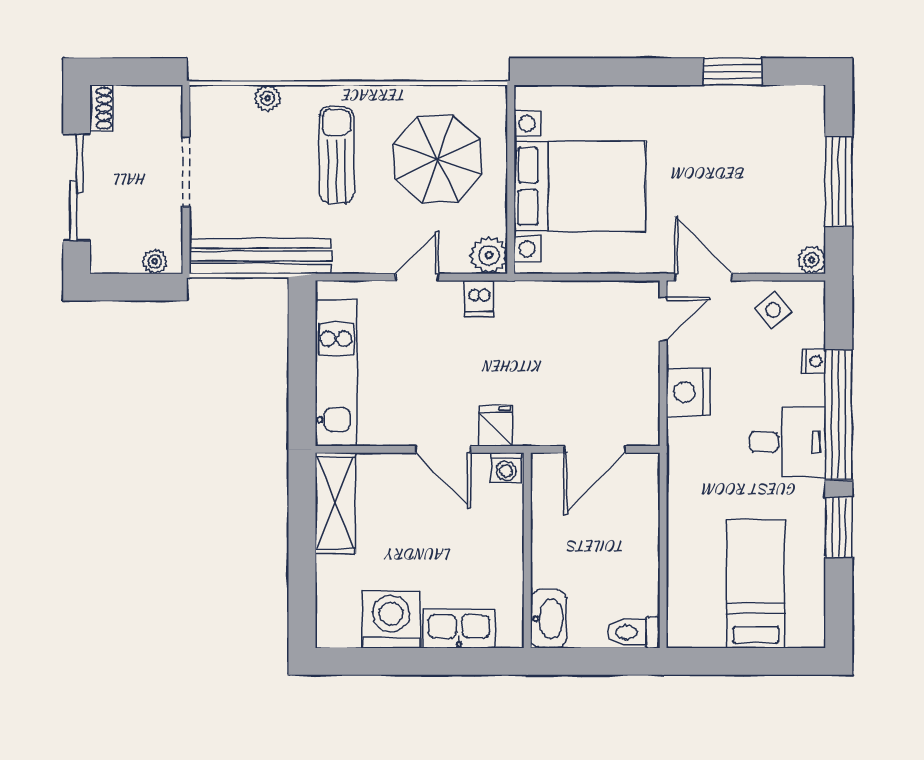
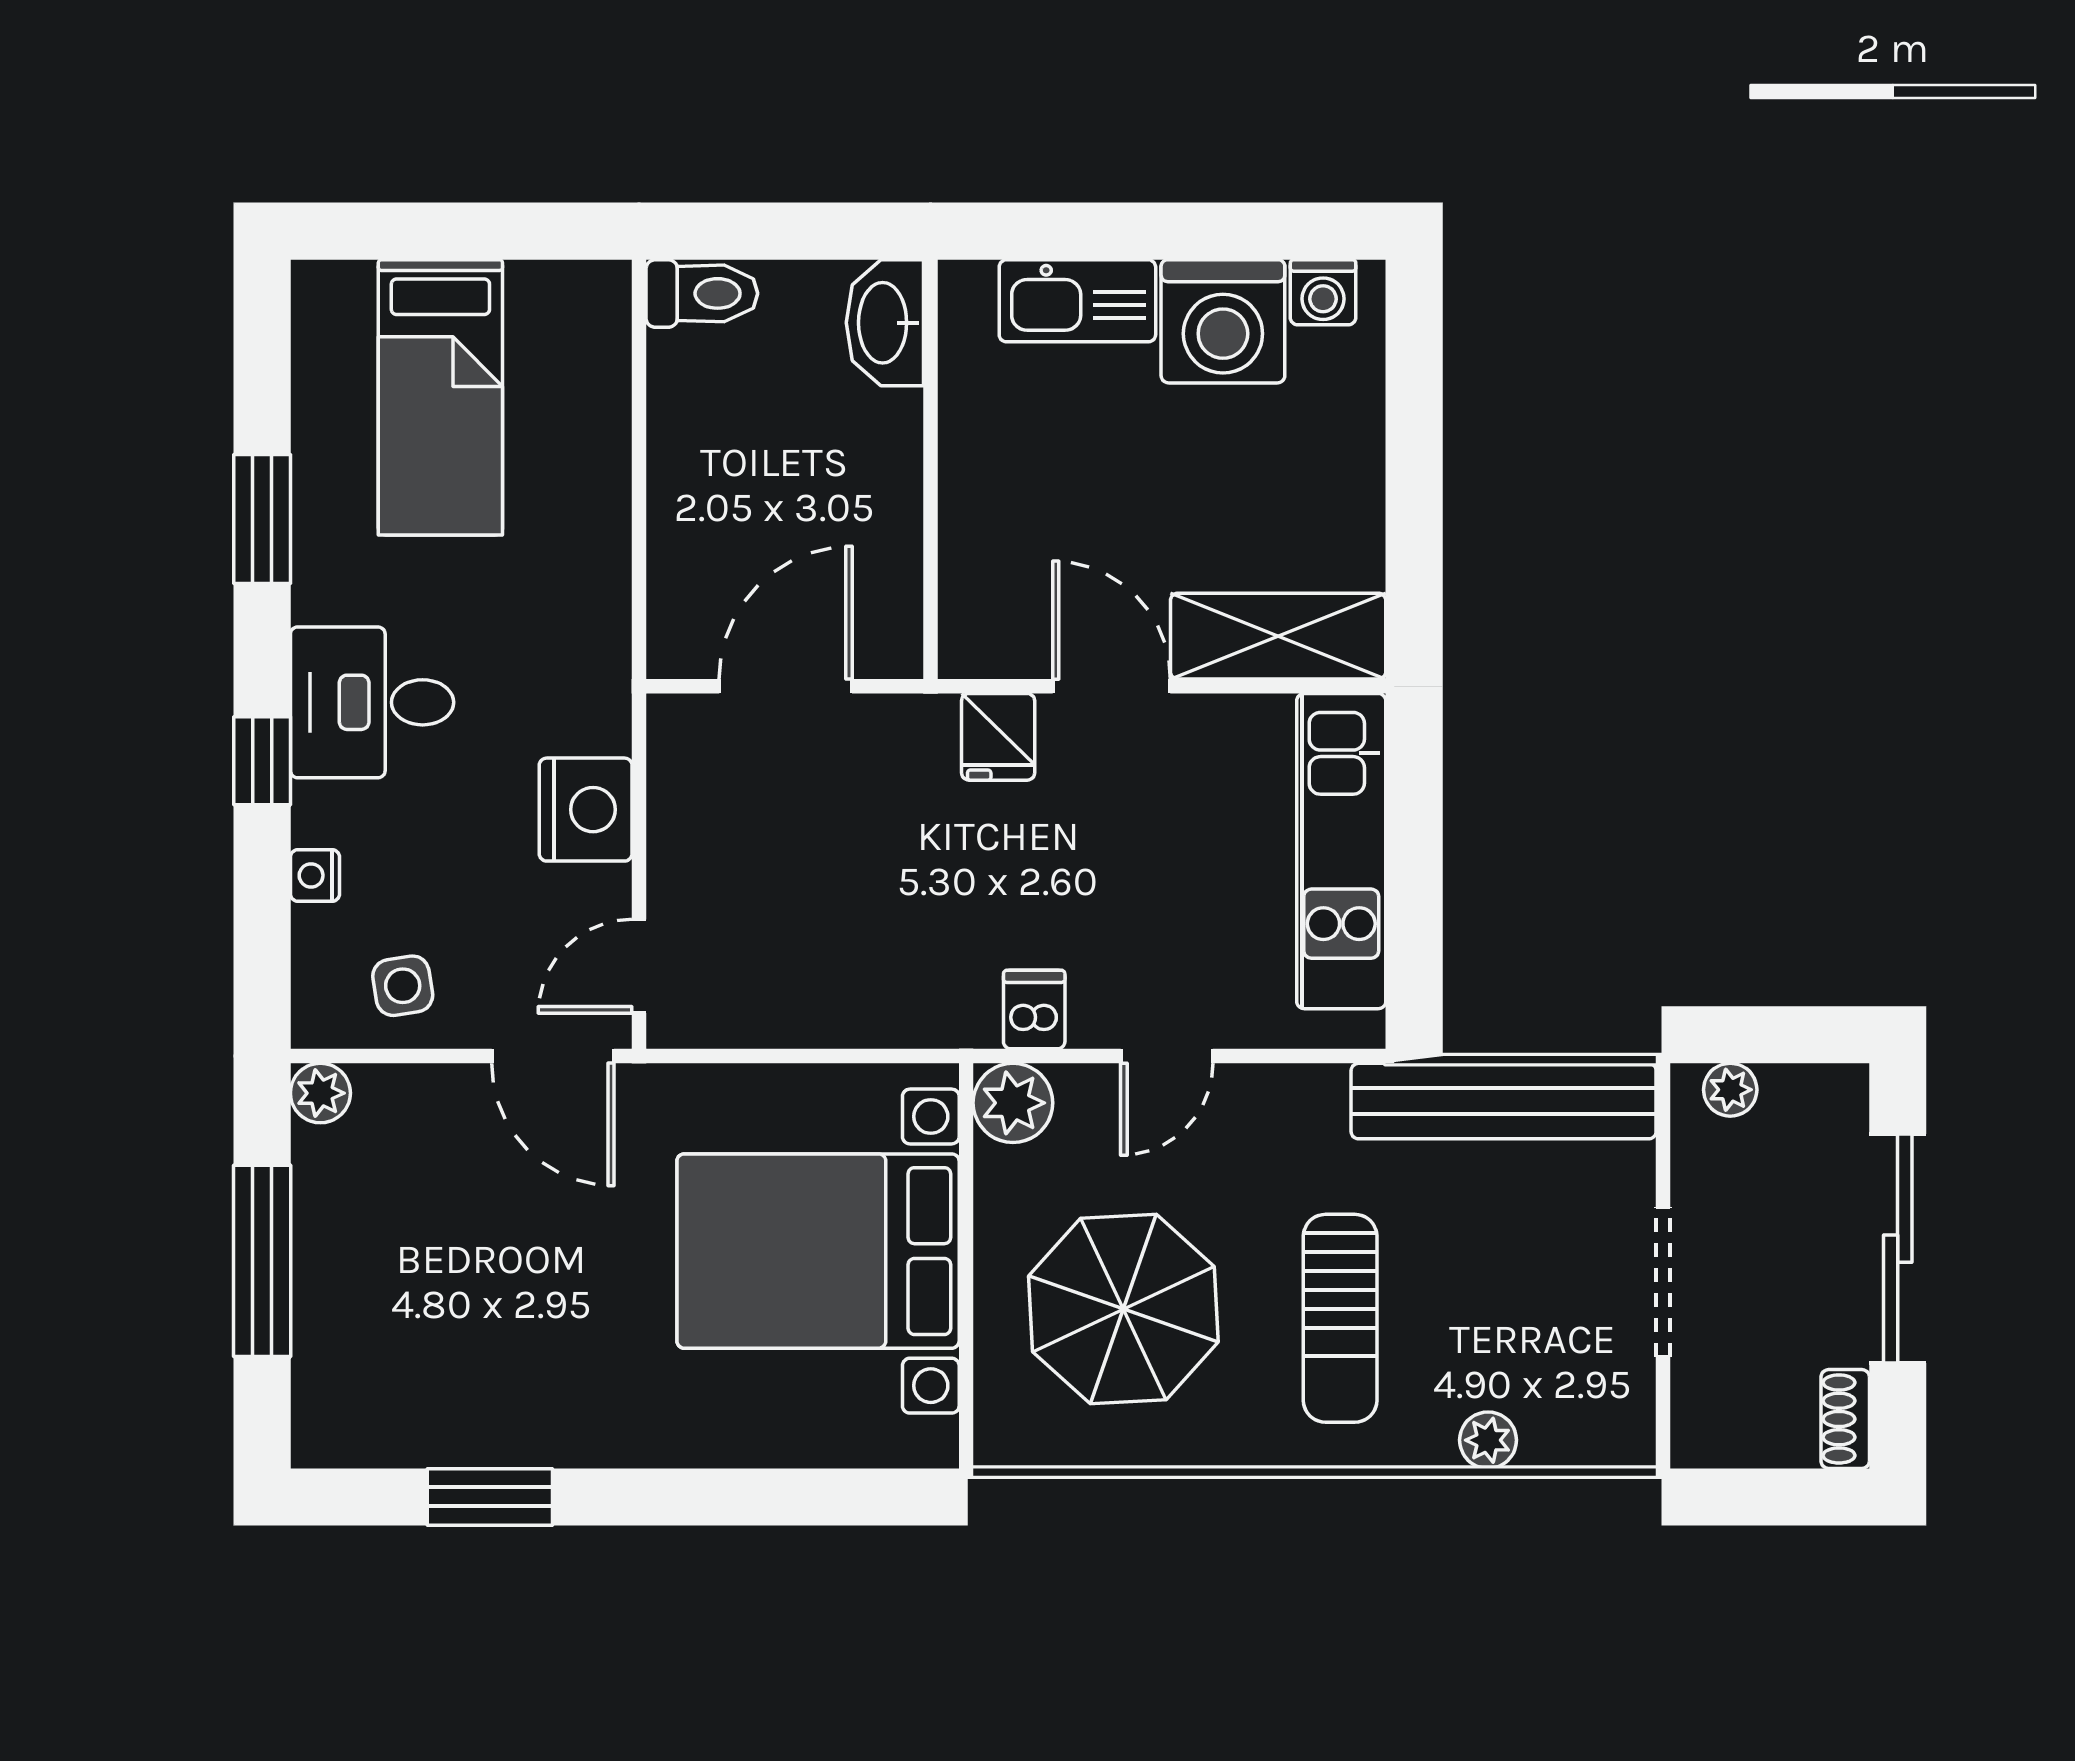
side table: (773, 310) -> (403, 986), turned 31
window: (839, 415) -> (262, 761), width x0.32
washing machine: (506, 468) -> (1323, 292), moved, turned 180
shelving: (335, 503) -> (1278, 636), moved, turned 90

